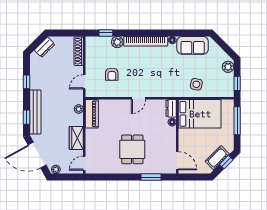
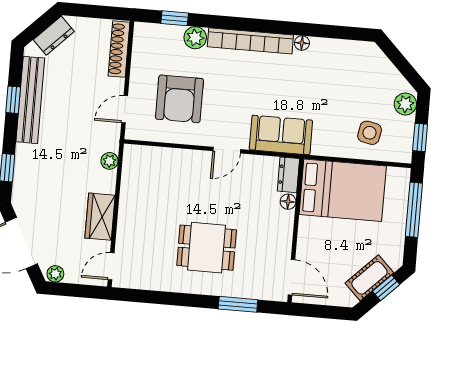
sofa: (193, 45) -> (281, 135), moved, turned 180
armchair: (112, 74) -> (179, 99), width x1.88, depth x1.88
side table: (196, 84) -> (370, 133), moved
bench: (35, 112) -> (30, 100), moved
piano: (92, 114) -> (134, 172), removed
dining table: (132, 149) -> (207, 248), turned 90

